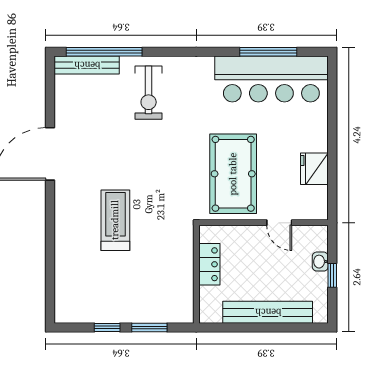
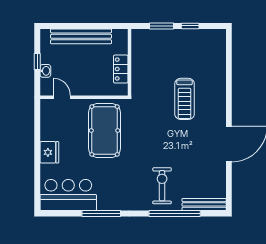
window: (104, 52) -> (175, 213), moved
window: (268, 52) -> (101, 213), moved
bar counter: (271, 79) -> (68, 195), width x0.73
fridge: (314, 169) -> (49, 152), moved
door: (279, 223) -> (62, 97), moved

